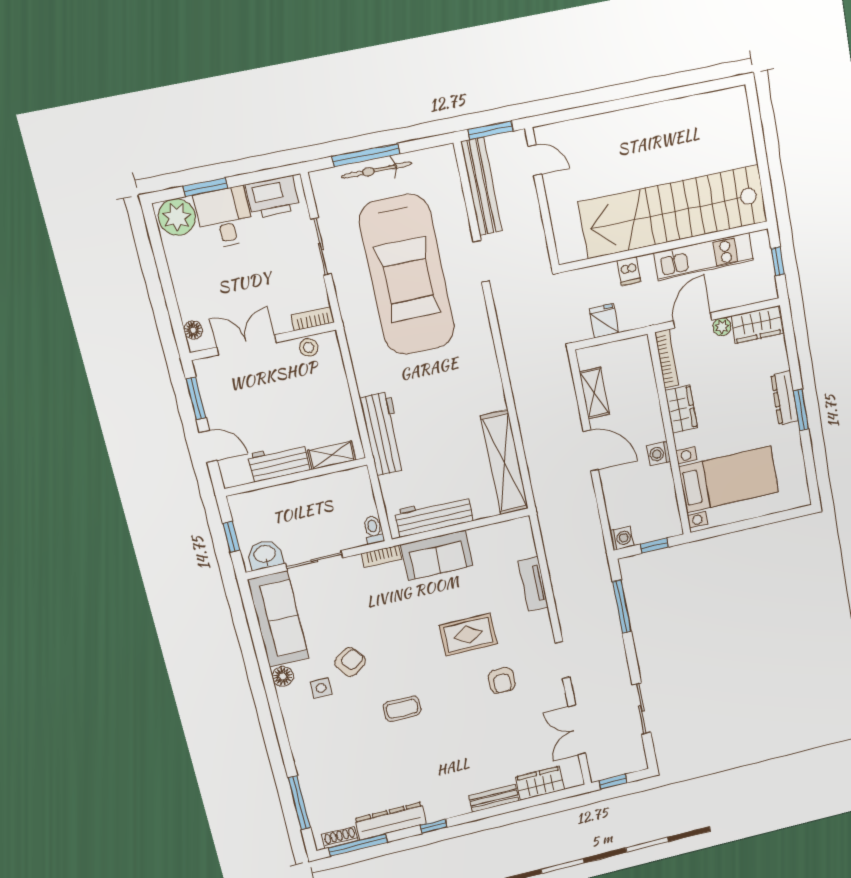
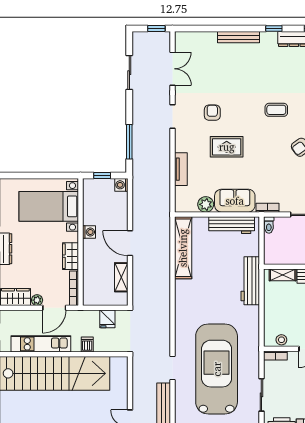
plant: (482, 539) -> (206, 204), added
wardrobe: (540, 783) -> (202, 40), removed
bench: (494, 798) -> (238, 37), width x1.36

